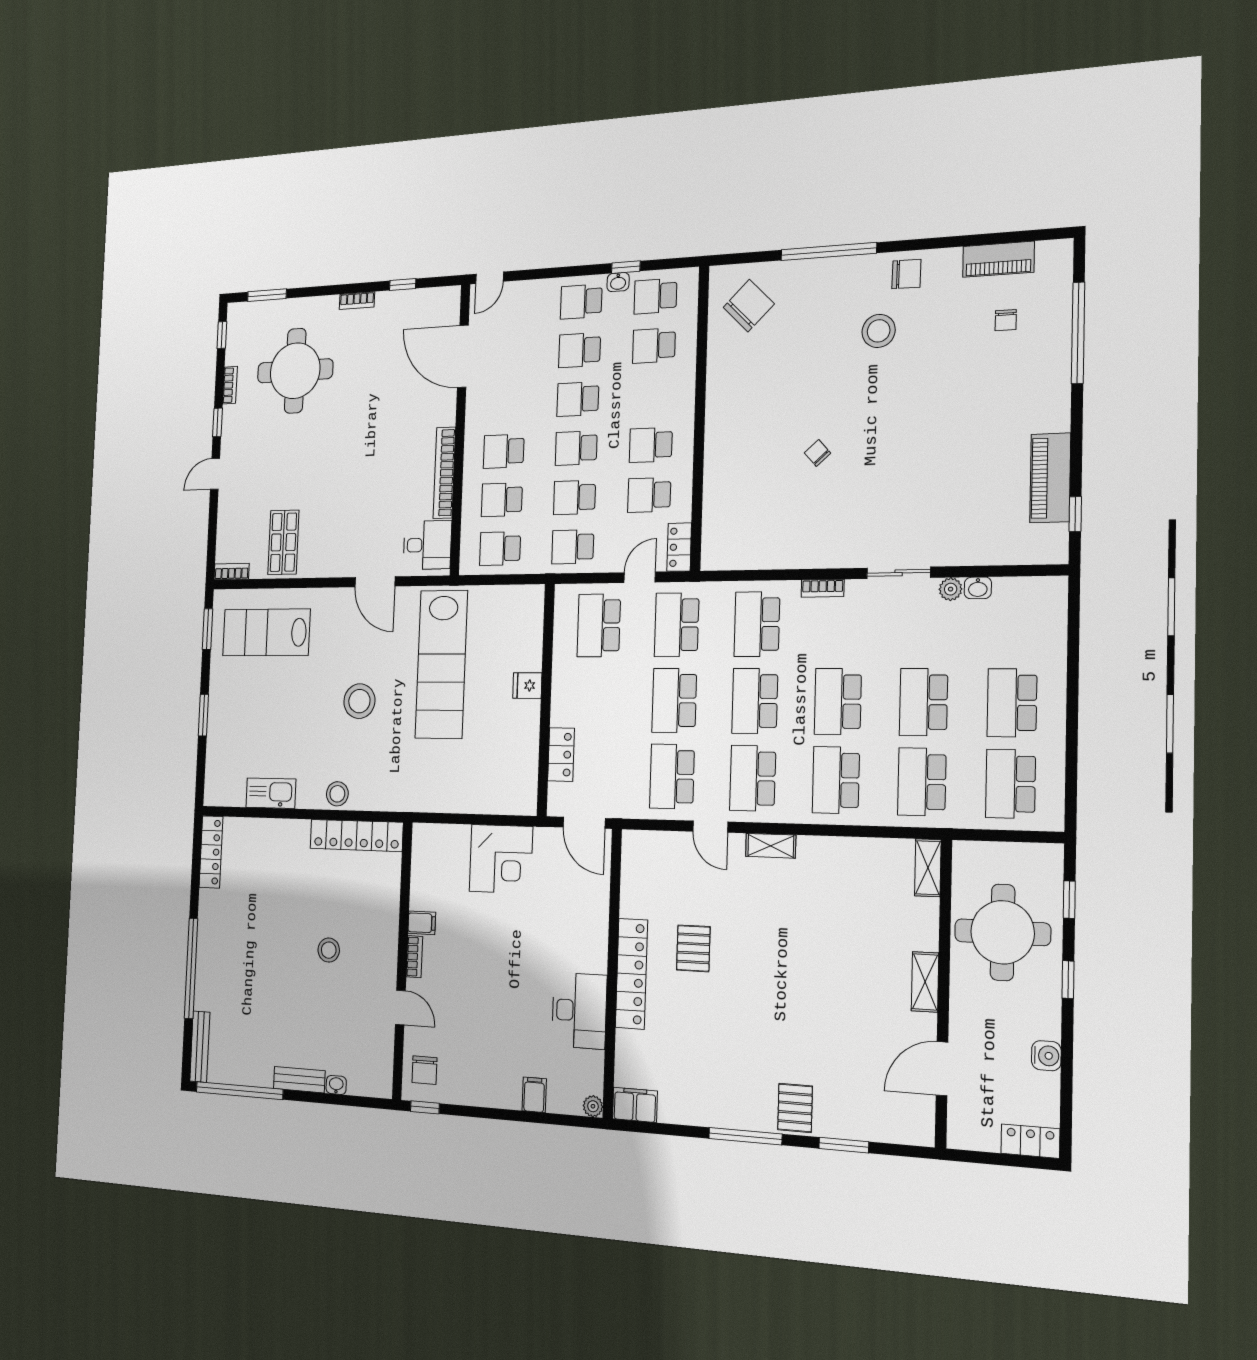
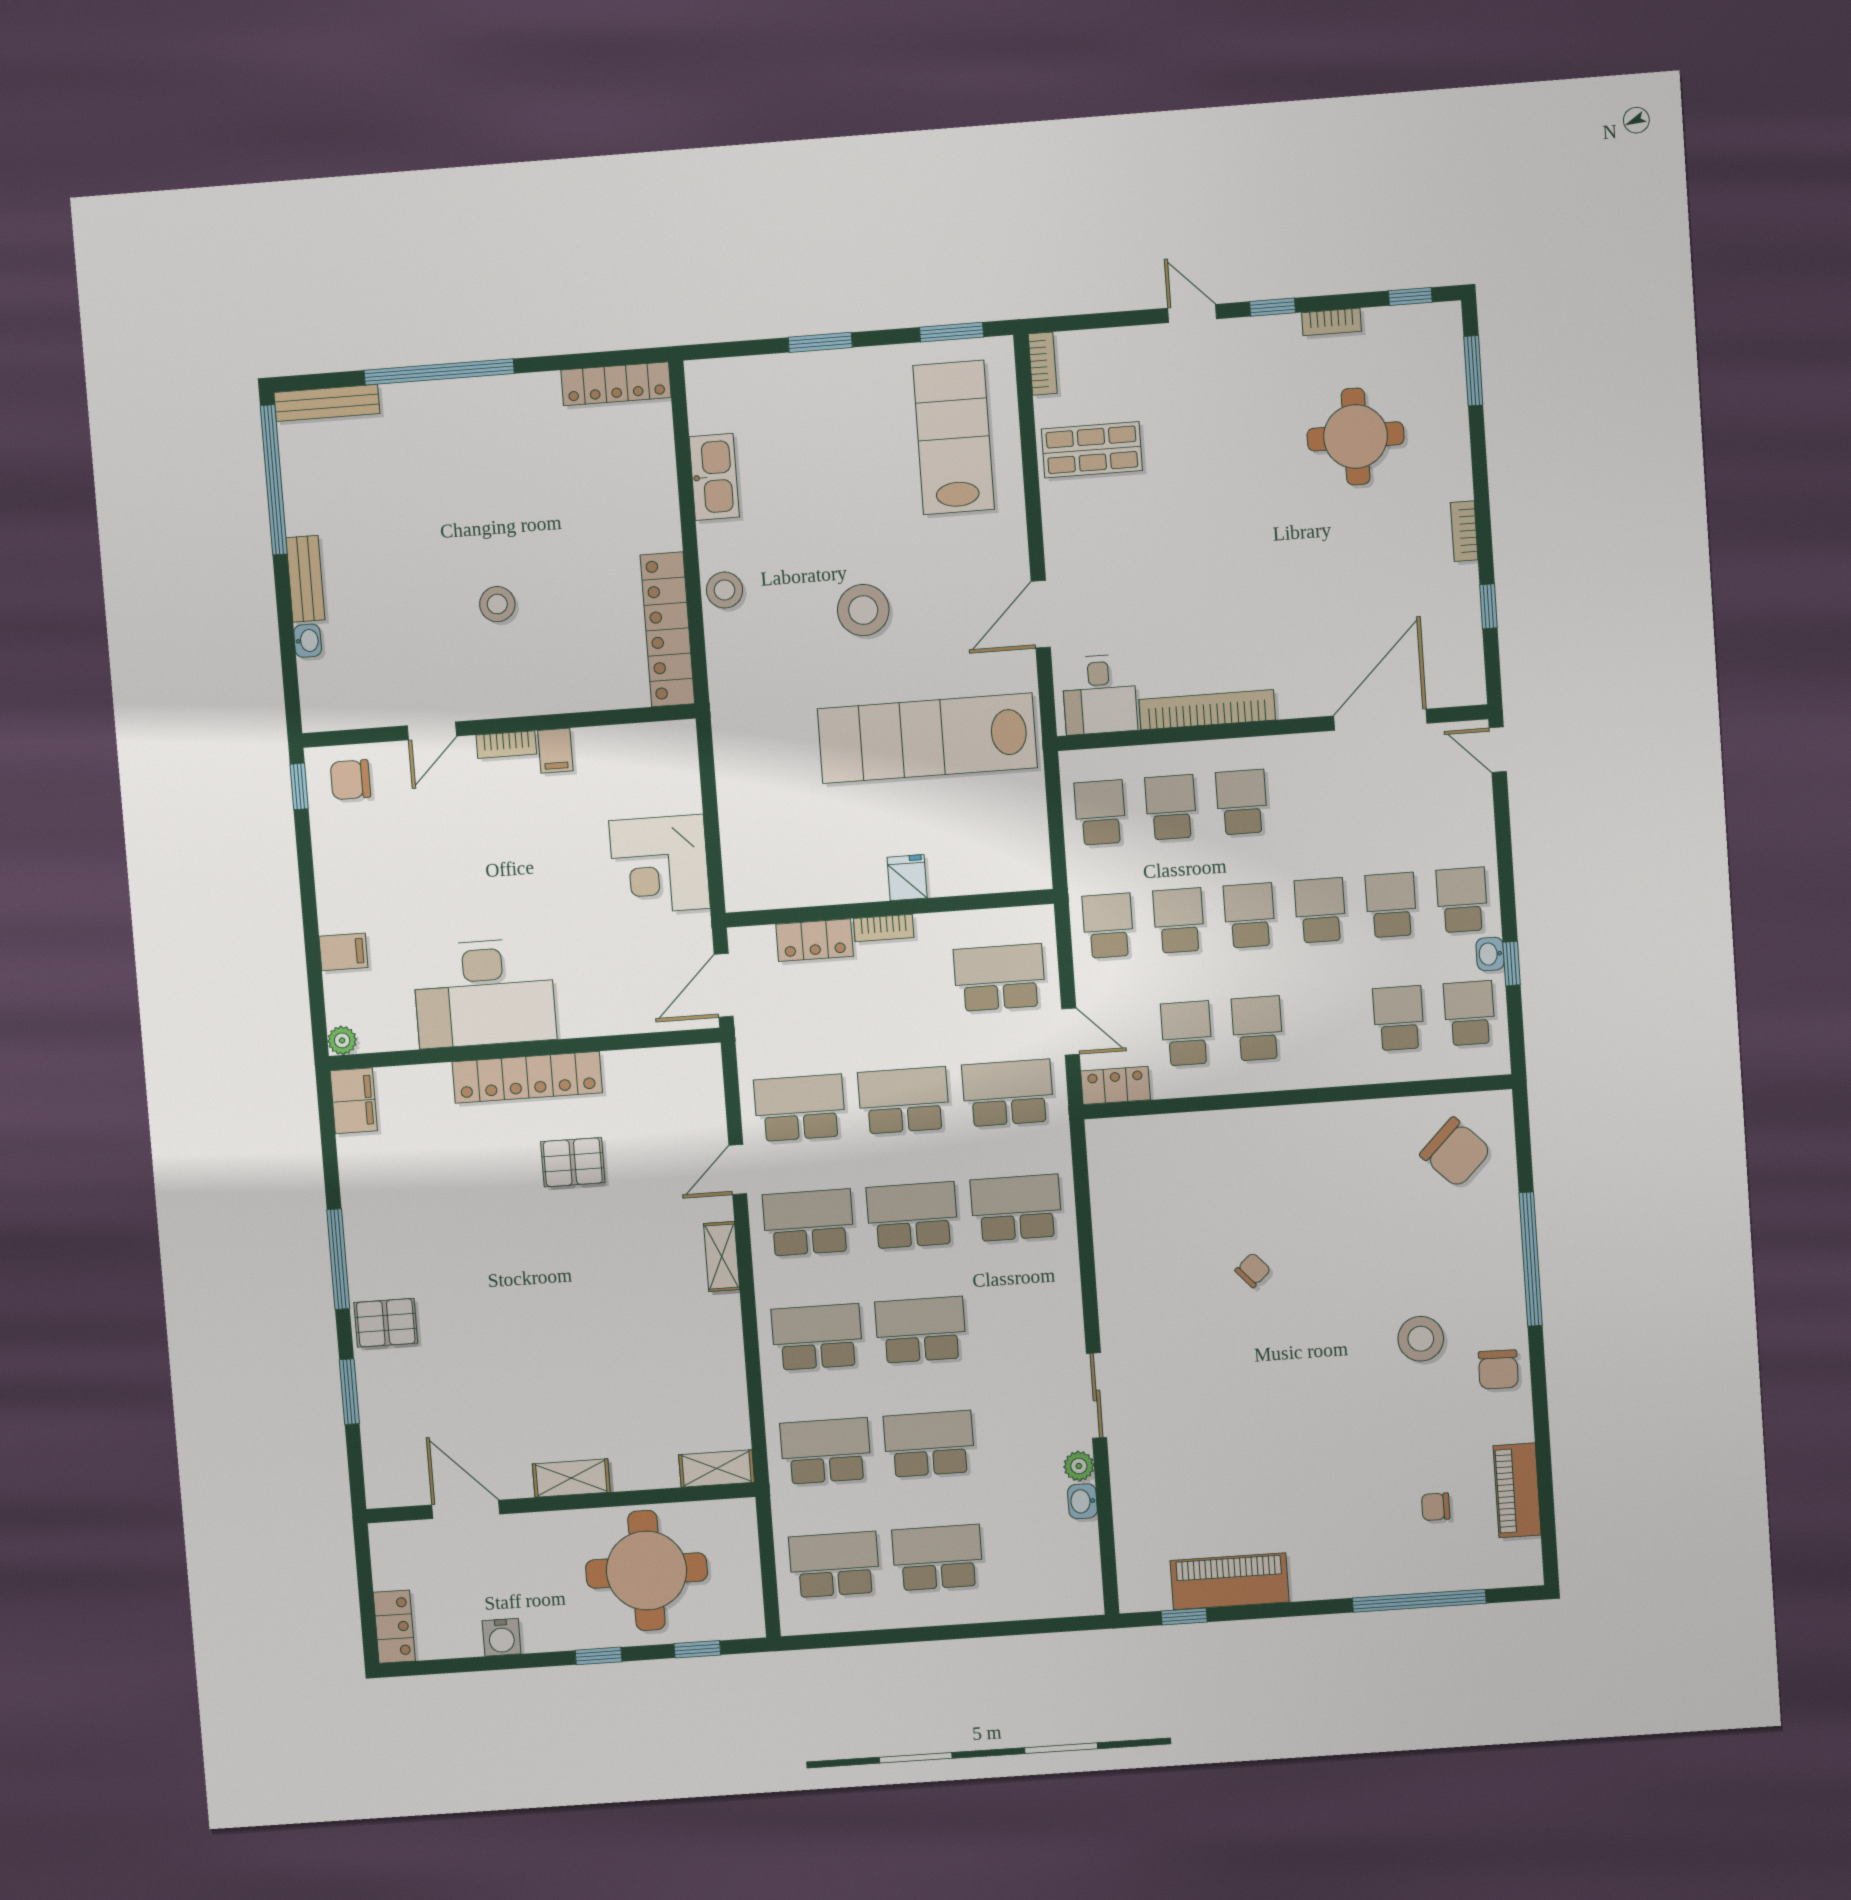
round table: (295, 371) -> (1356, 436), width x0.73, depth x0.73
bookcase: (823, 588) -> (884, 928), moved, turned -90
desk: (579, 1011) -> (484, 993), width x1.36, depth x1.30

